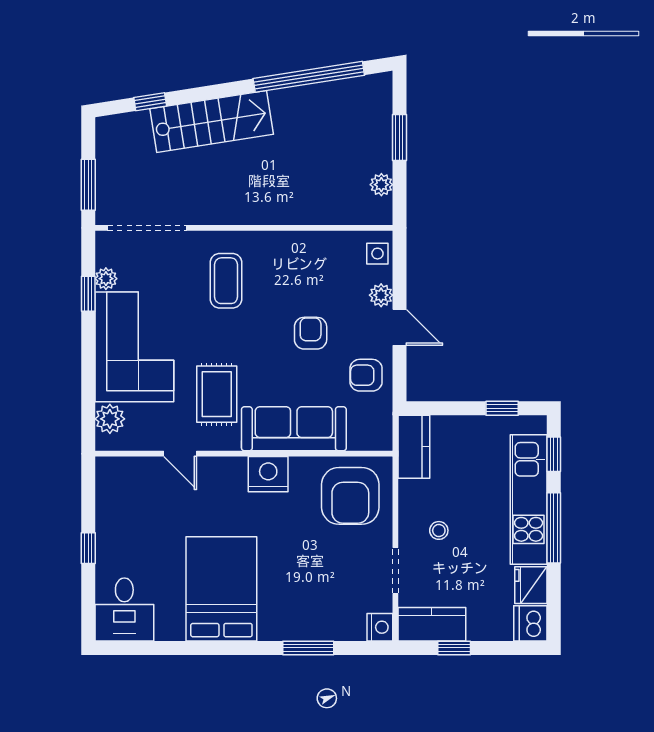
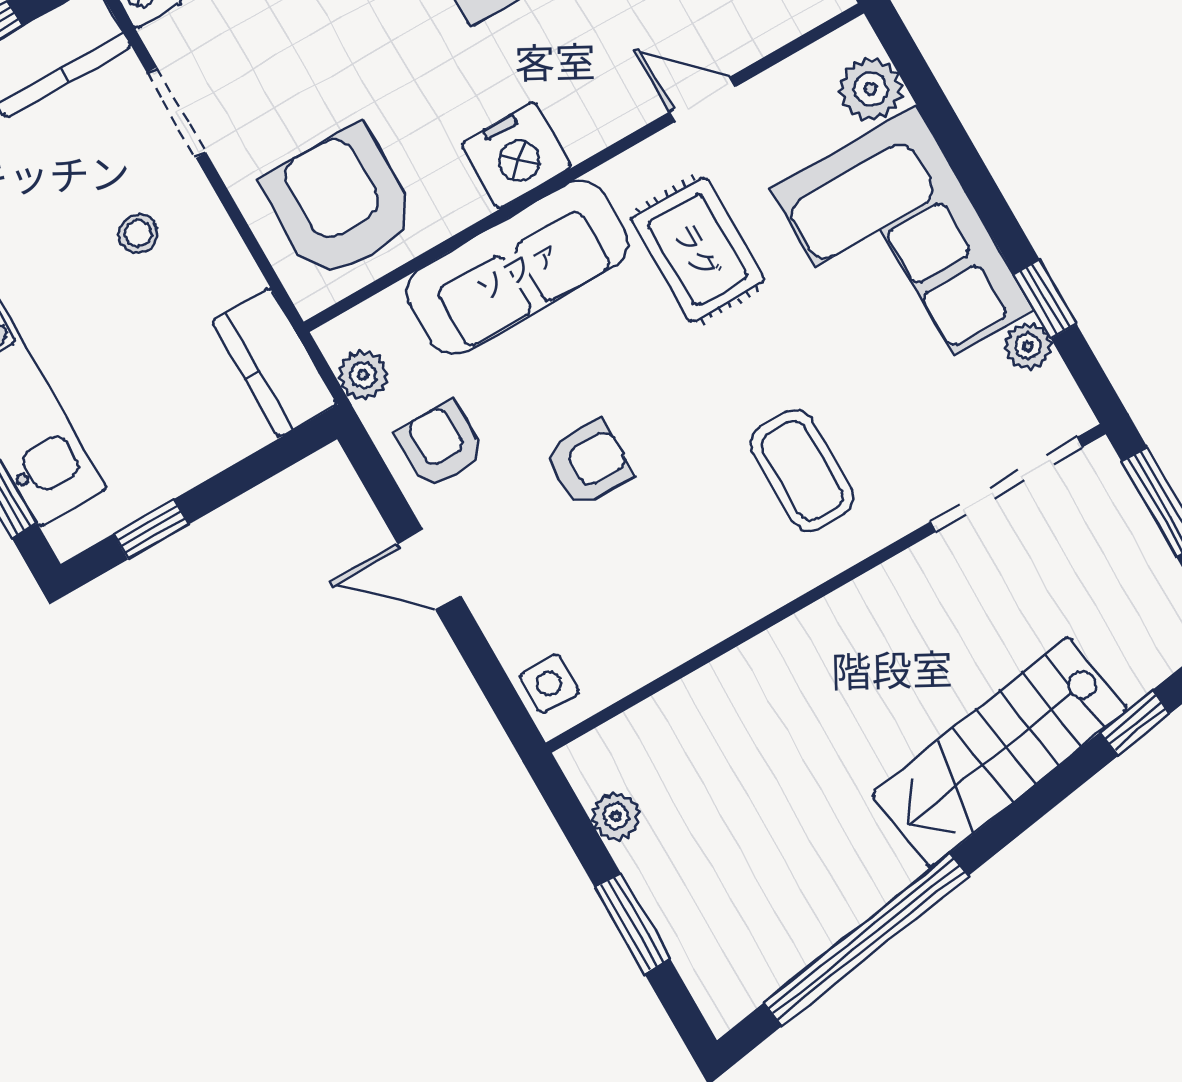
plant: (381, 295) -> (363, 375), moved
armchair: (311, 333) -> (589, 464), turned -90
armchair: (366, 375) -> (440, 445), turned -90

